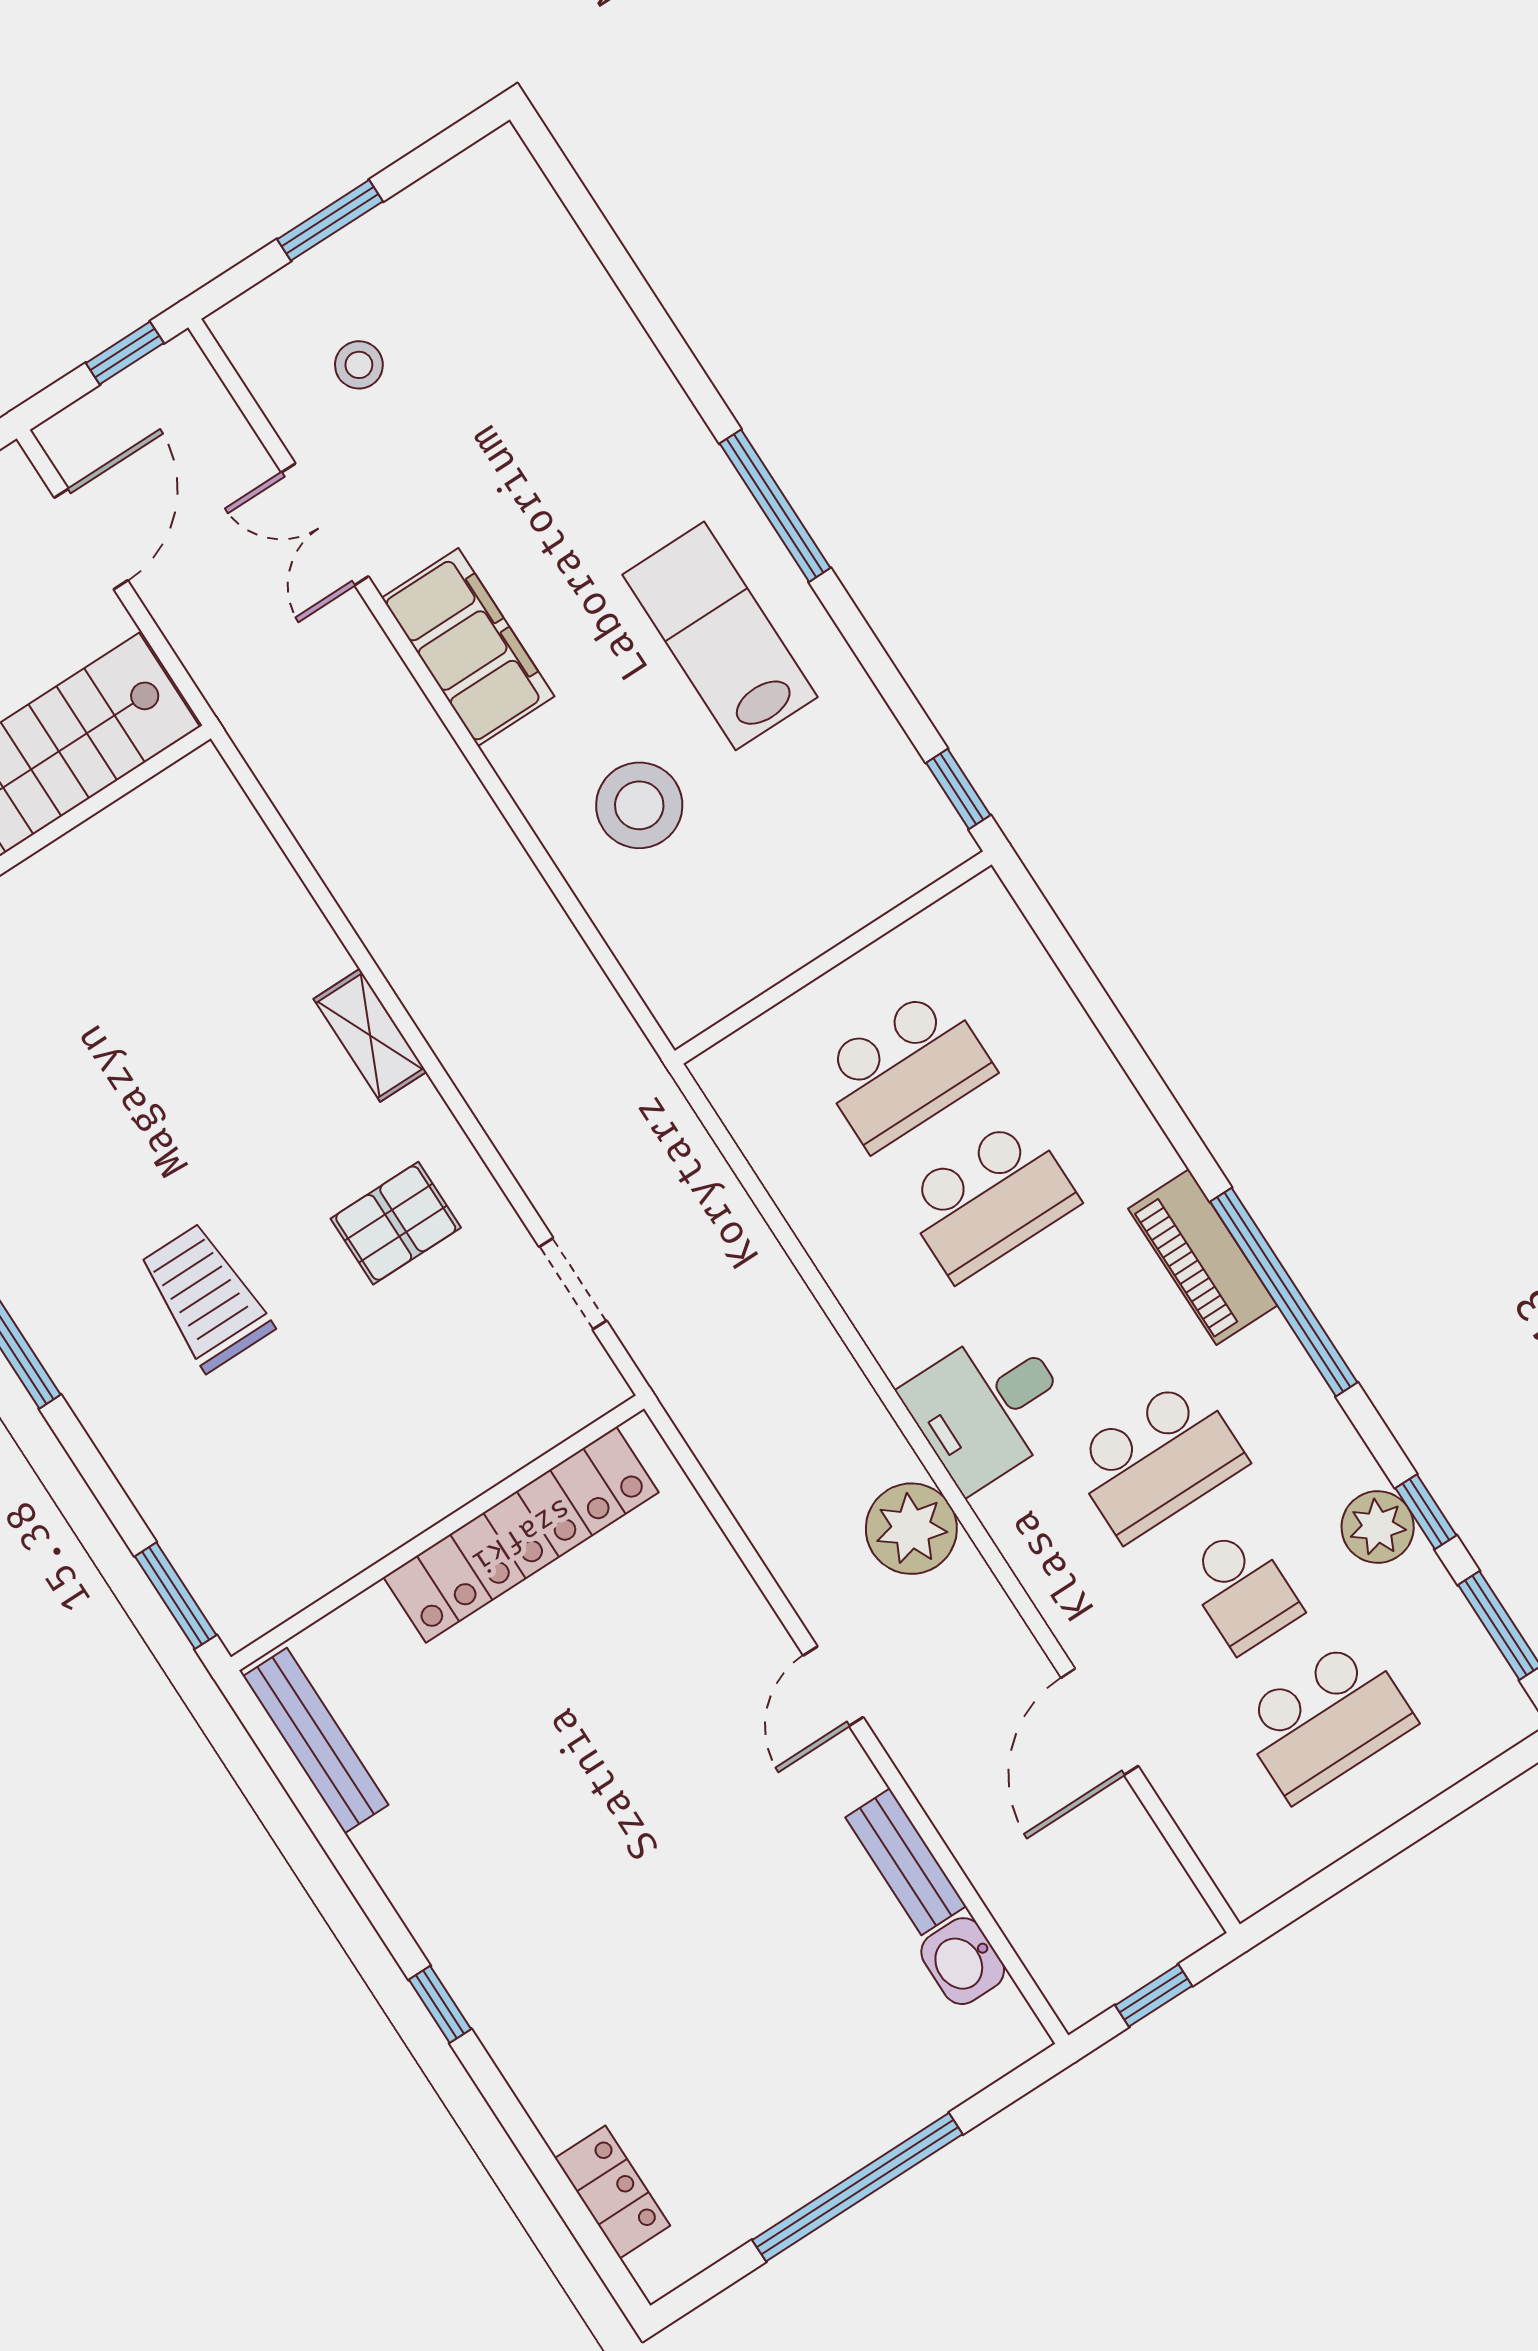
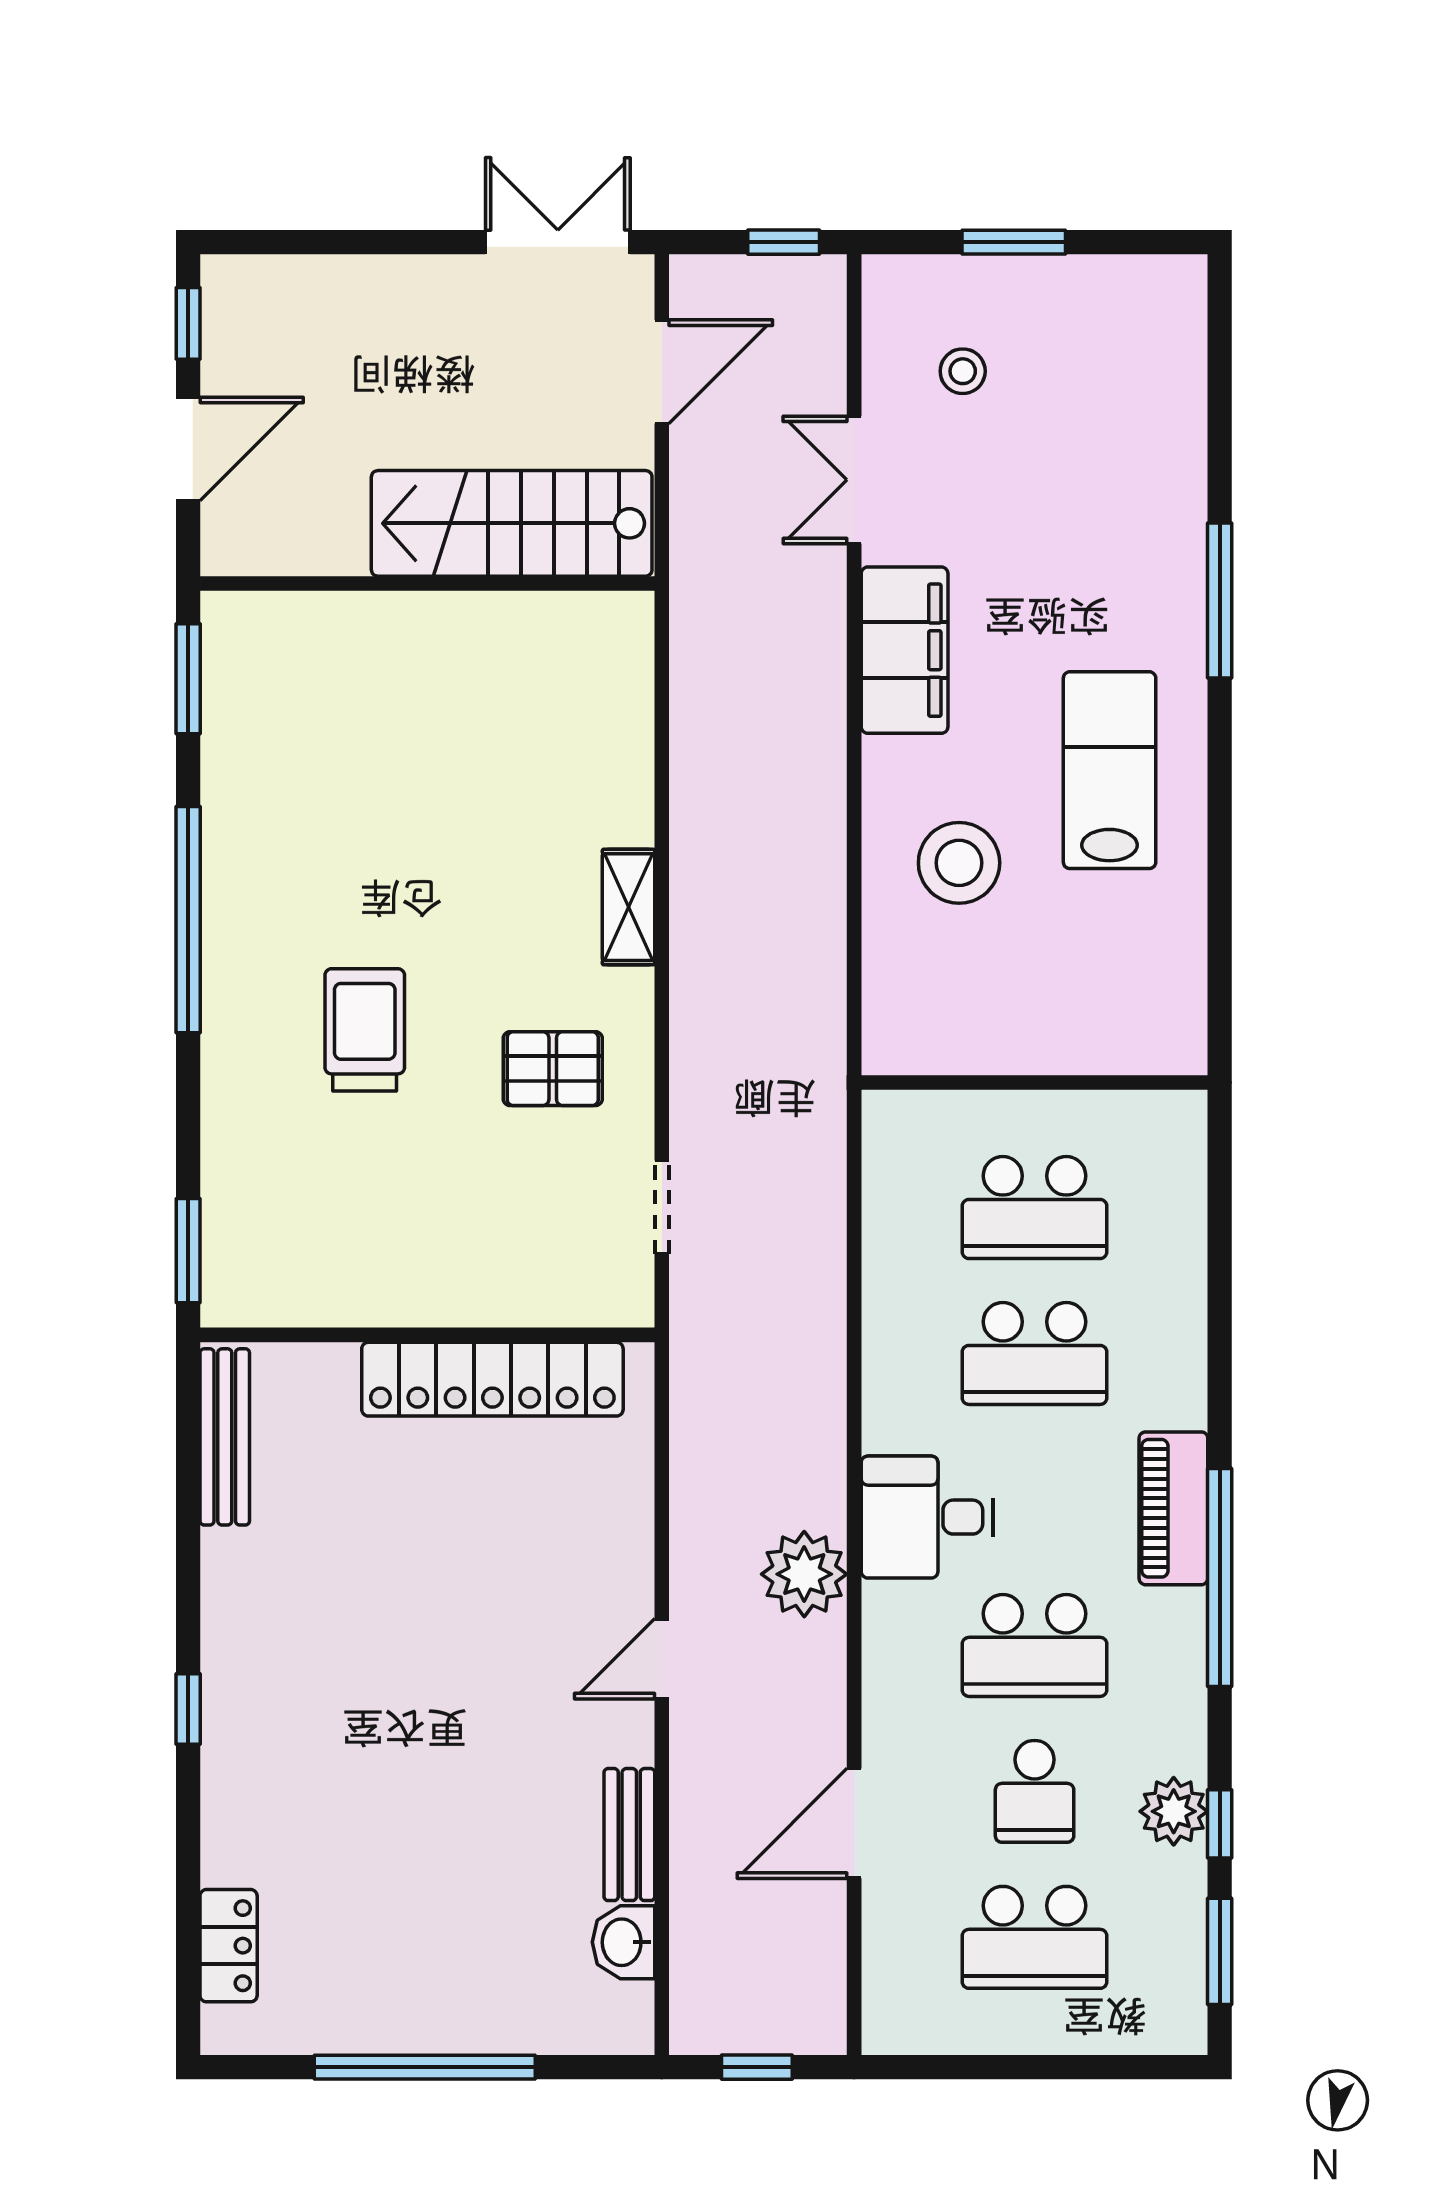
window: (775, 506) -> (1220, 600), moved
window: (958, 789) -> (1220, 1013), removed

